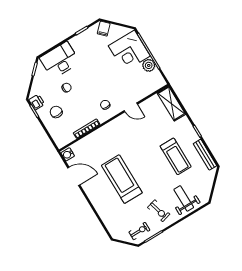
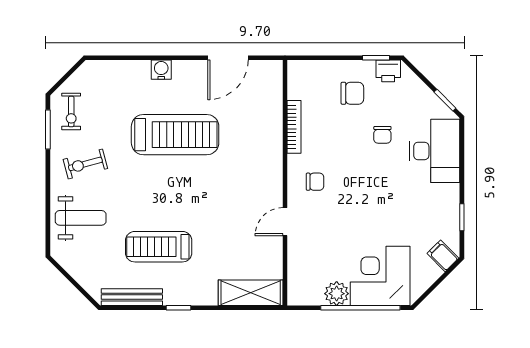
water cooler: (68, 154) -> (161, 70), moved

